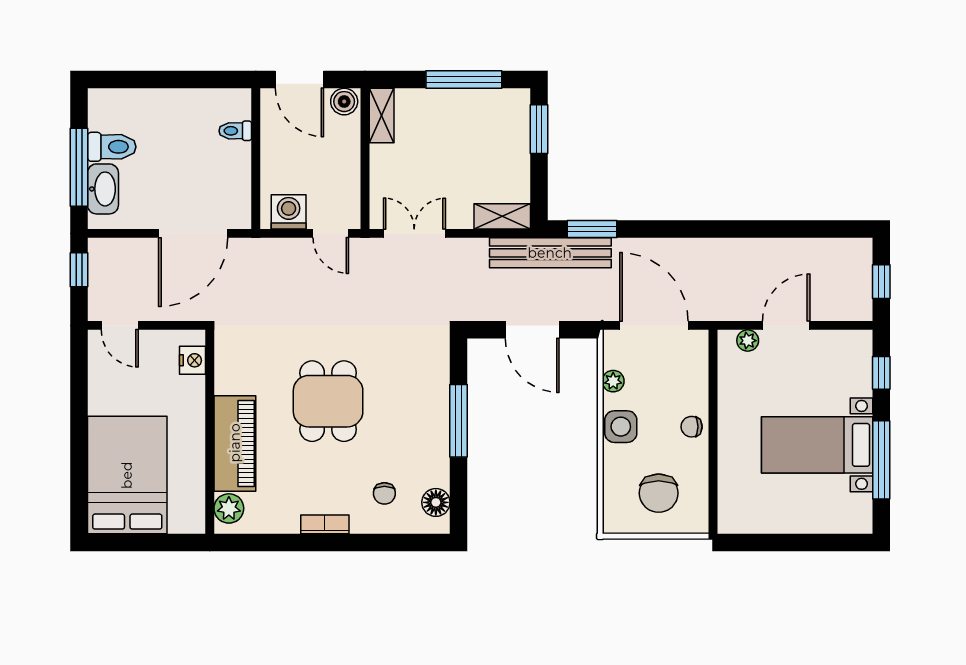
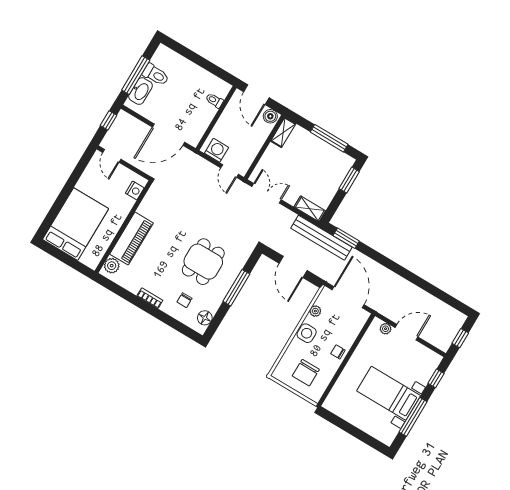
dining table: (328, 401) -> (203, 262), moved

